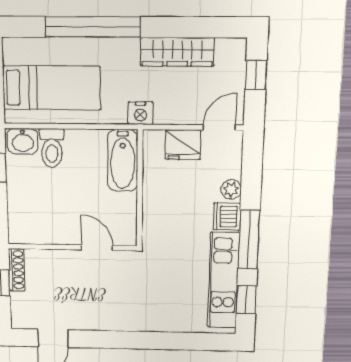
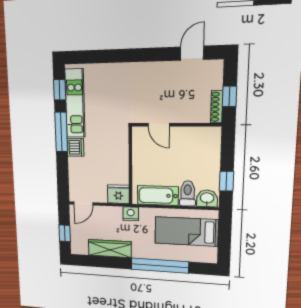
fridge: (183, 145) -> (118, 194), moved
bathtub: (123, 160) -> (158, 195), moved, turned -90
plant: (231, 189) -> (74, 165), removed

